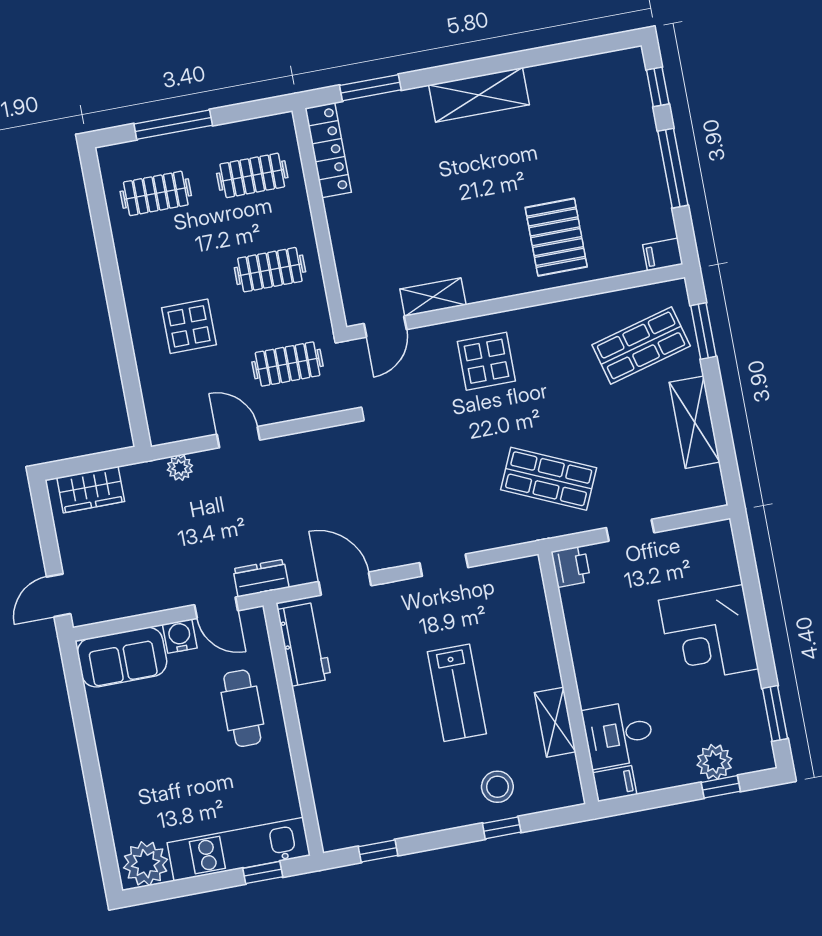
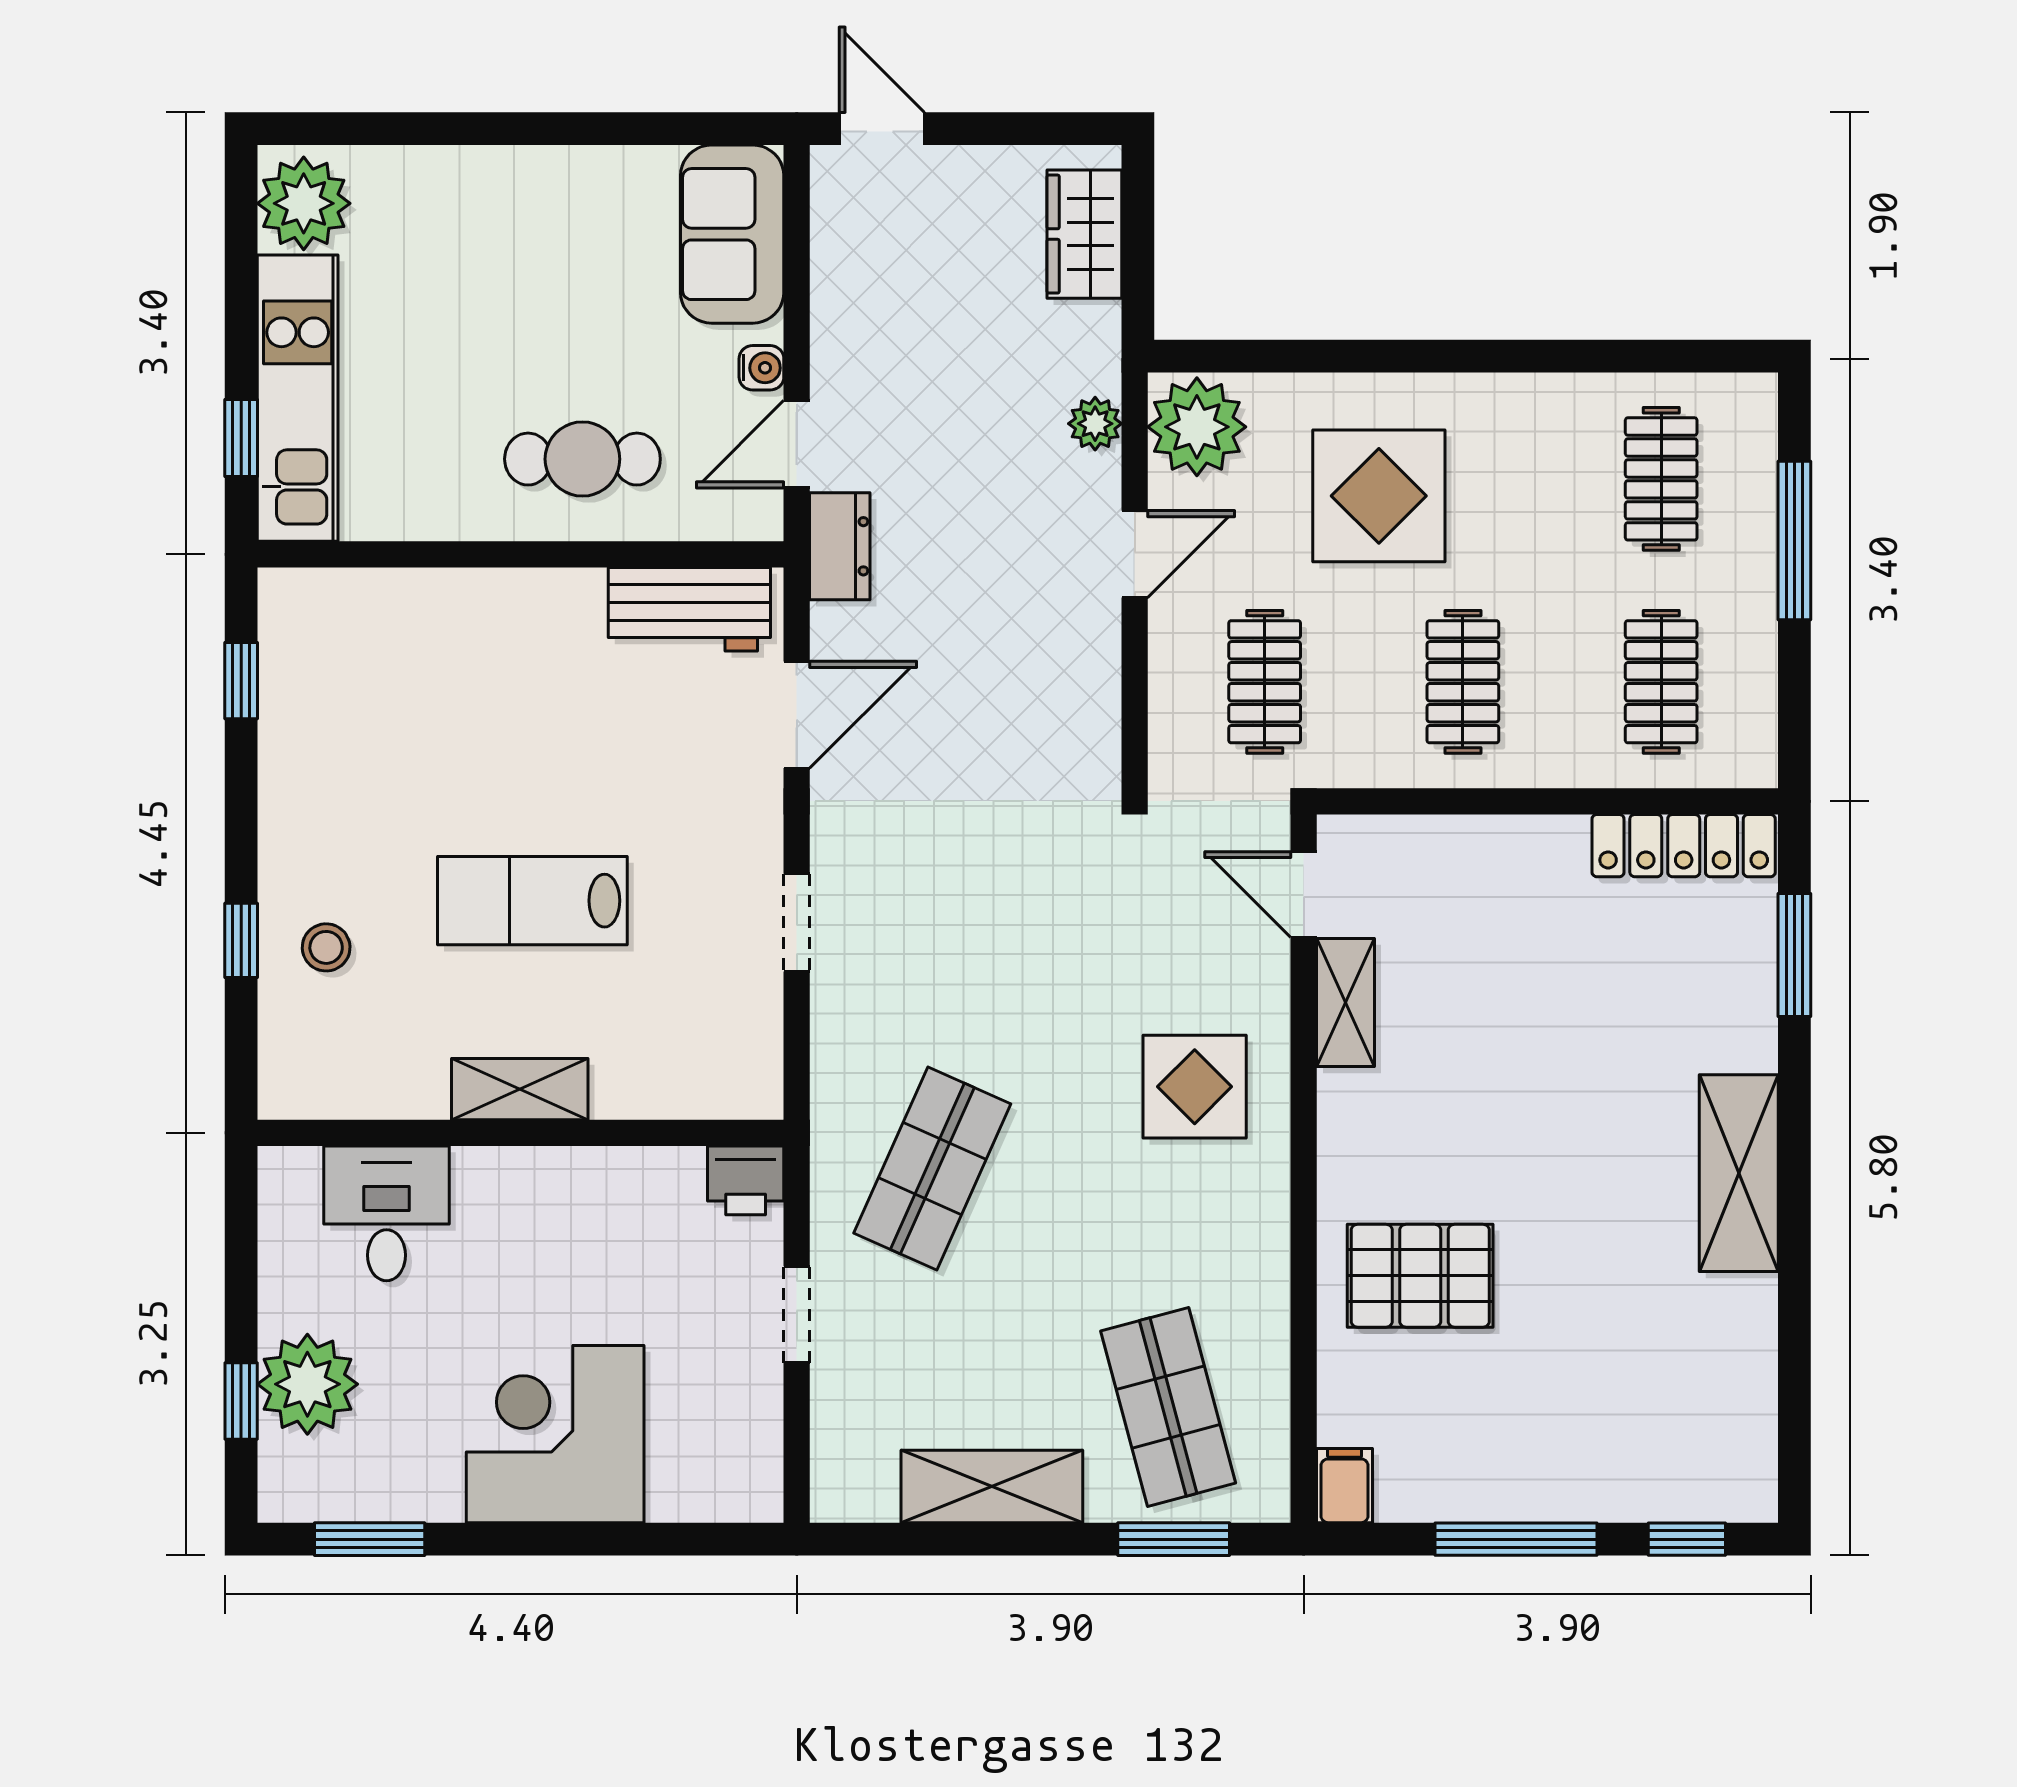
display table: (189, 326) -> (1379, 496), width x1.36, depth x1.36
plant: (172, 419) -> (1197, 427), added
water cooler: (180, 636) -> (761, 368), width x0.72, depth x0.72
shelving: (555, 722) -> (520, 1089), moved
plant: (714, 762) -> (307, 1384), width x1.36, depth x1.36
filing cabinet: (615, 784) -> (288, 1187), removed
stool: (497, 787) -> (326, 947), width x0.73, depth x0.73

